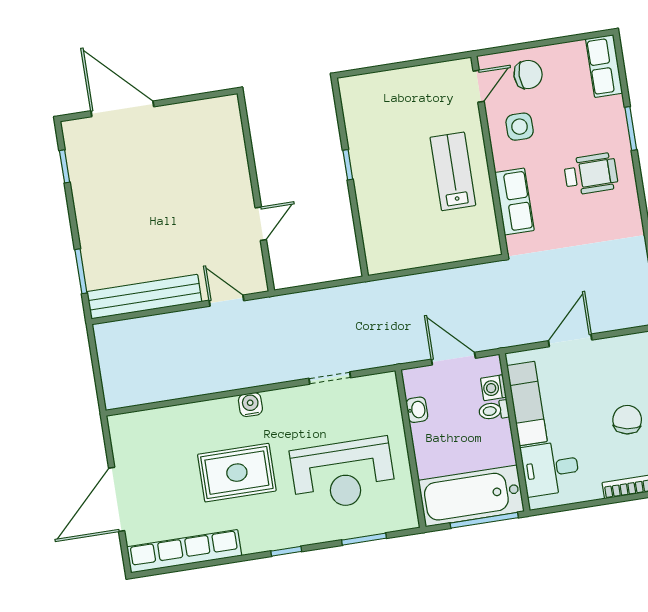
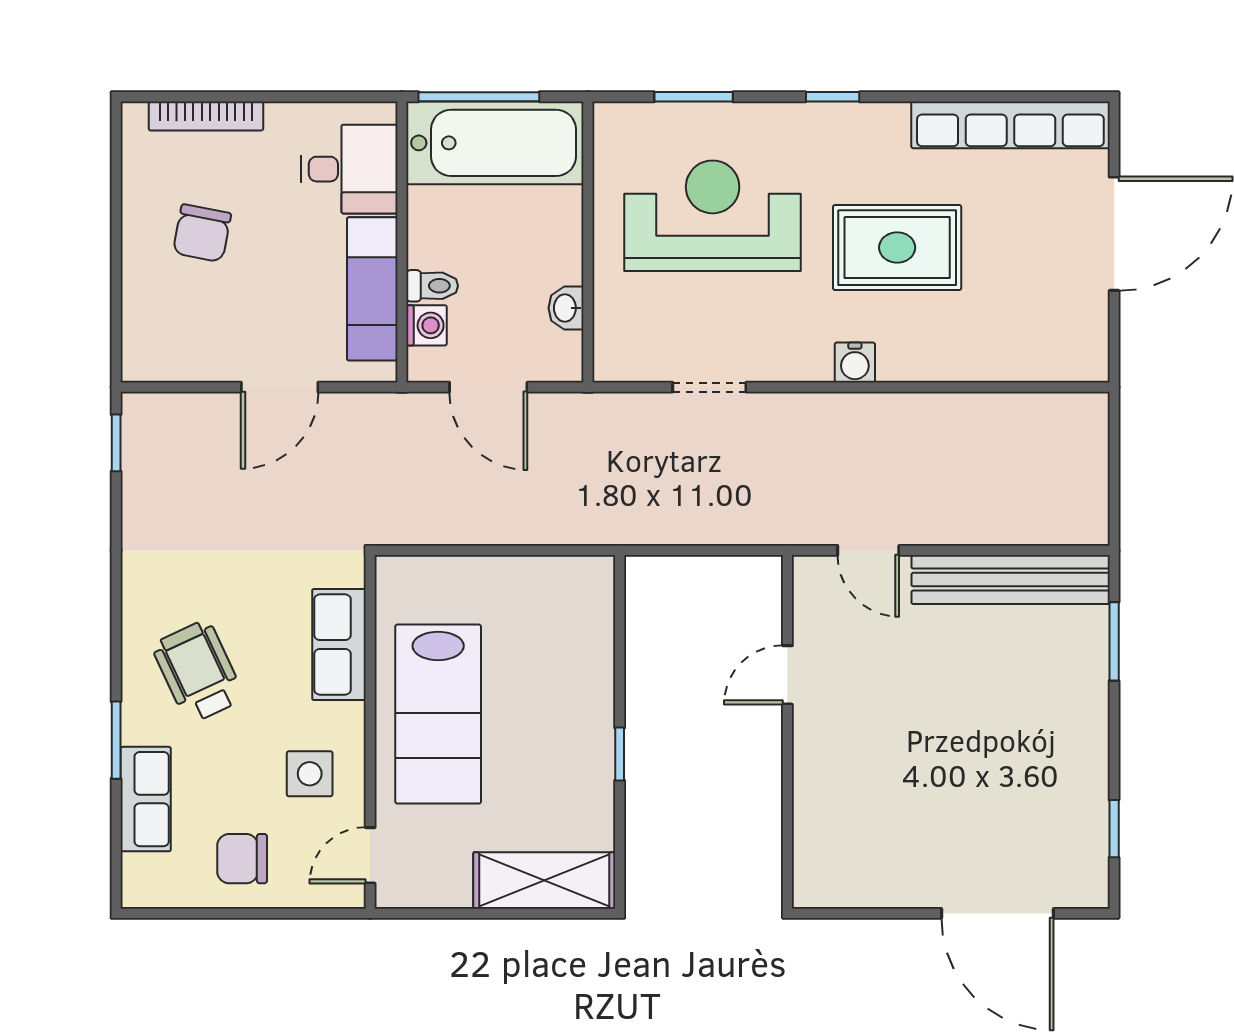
row of seats: (604, 66) -> (146, 799), moved
chair: (528, 75) -> (242, 859), moved
shelving: (379, 87) -> (544, 880), added
lab bench: (453, 171) -> (438, 714), width x1.36, depth x1.39
wheelchair: (591, 174) -> (198, 672), turned 65

